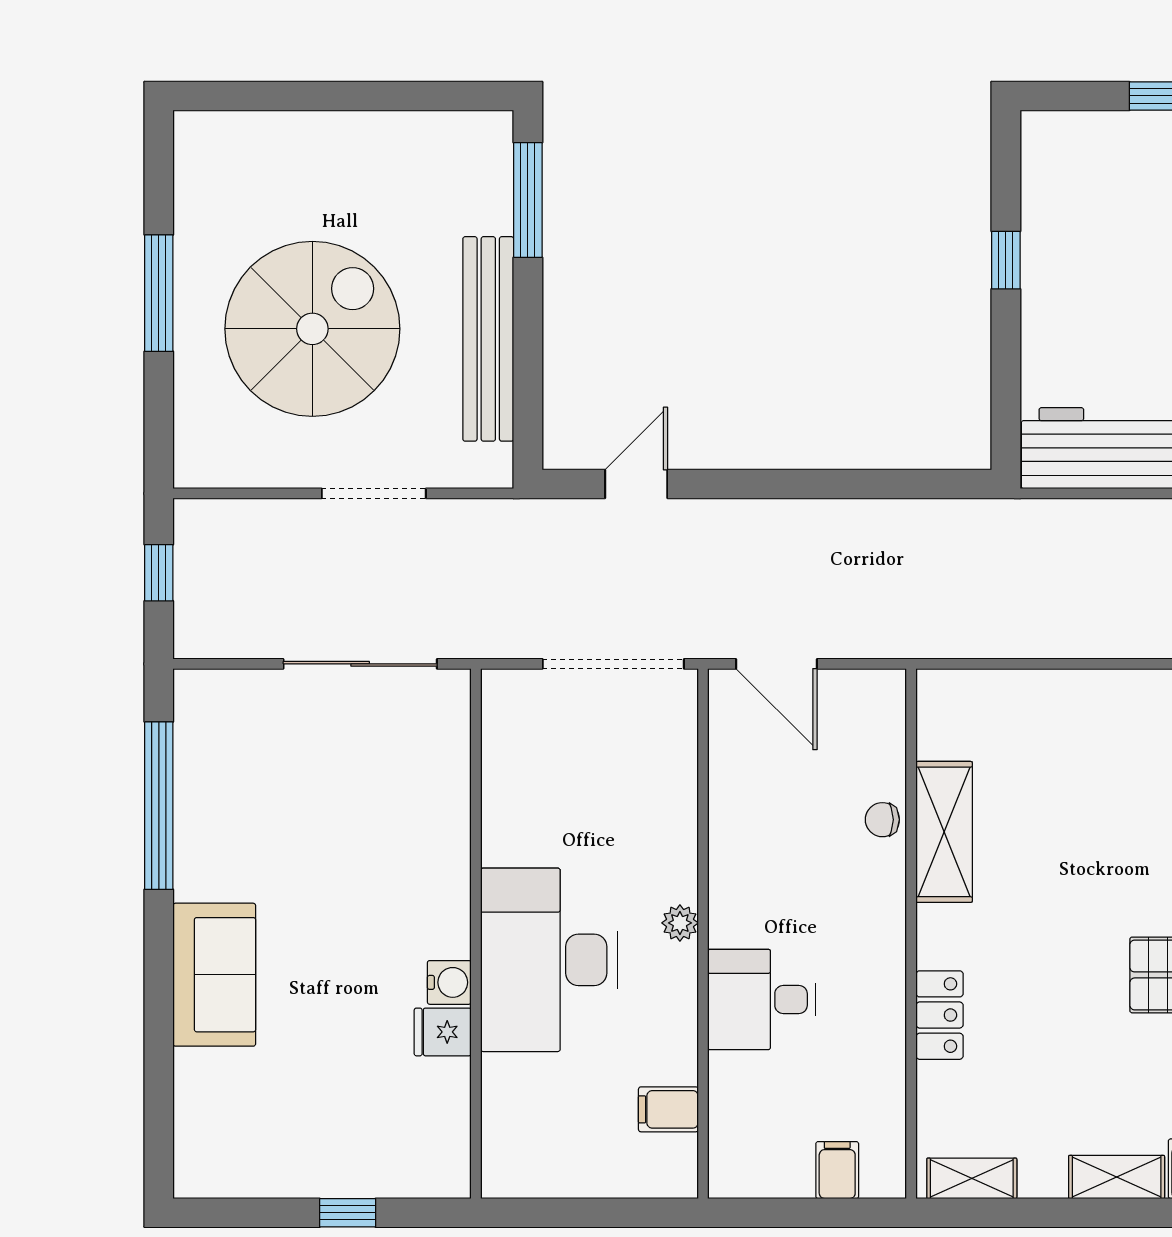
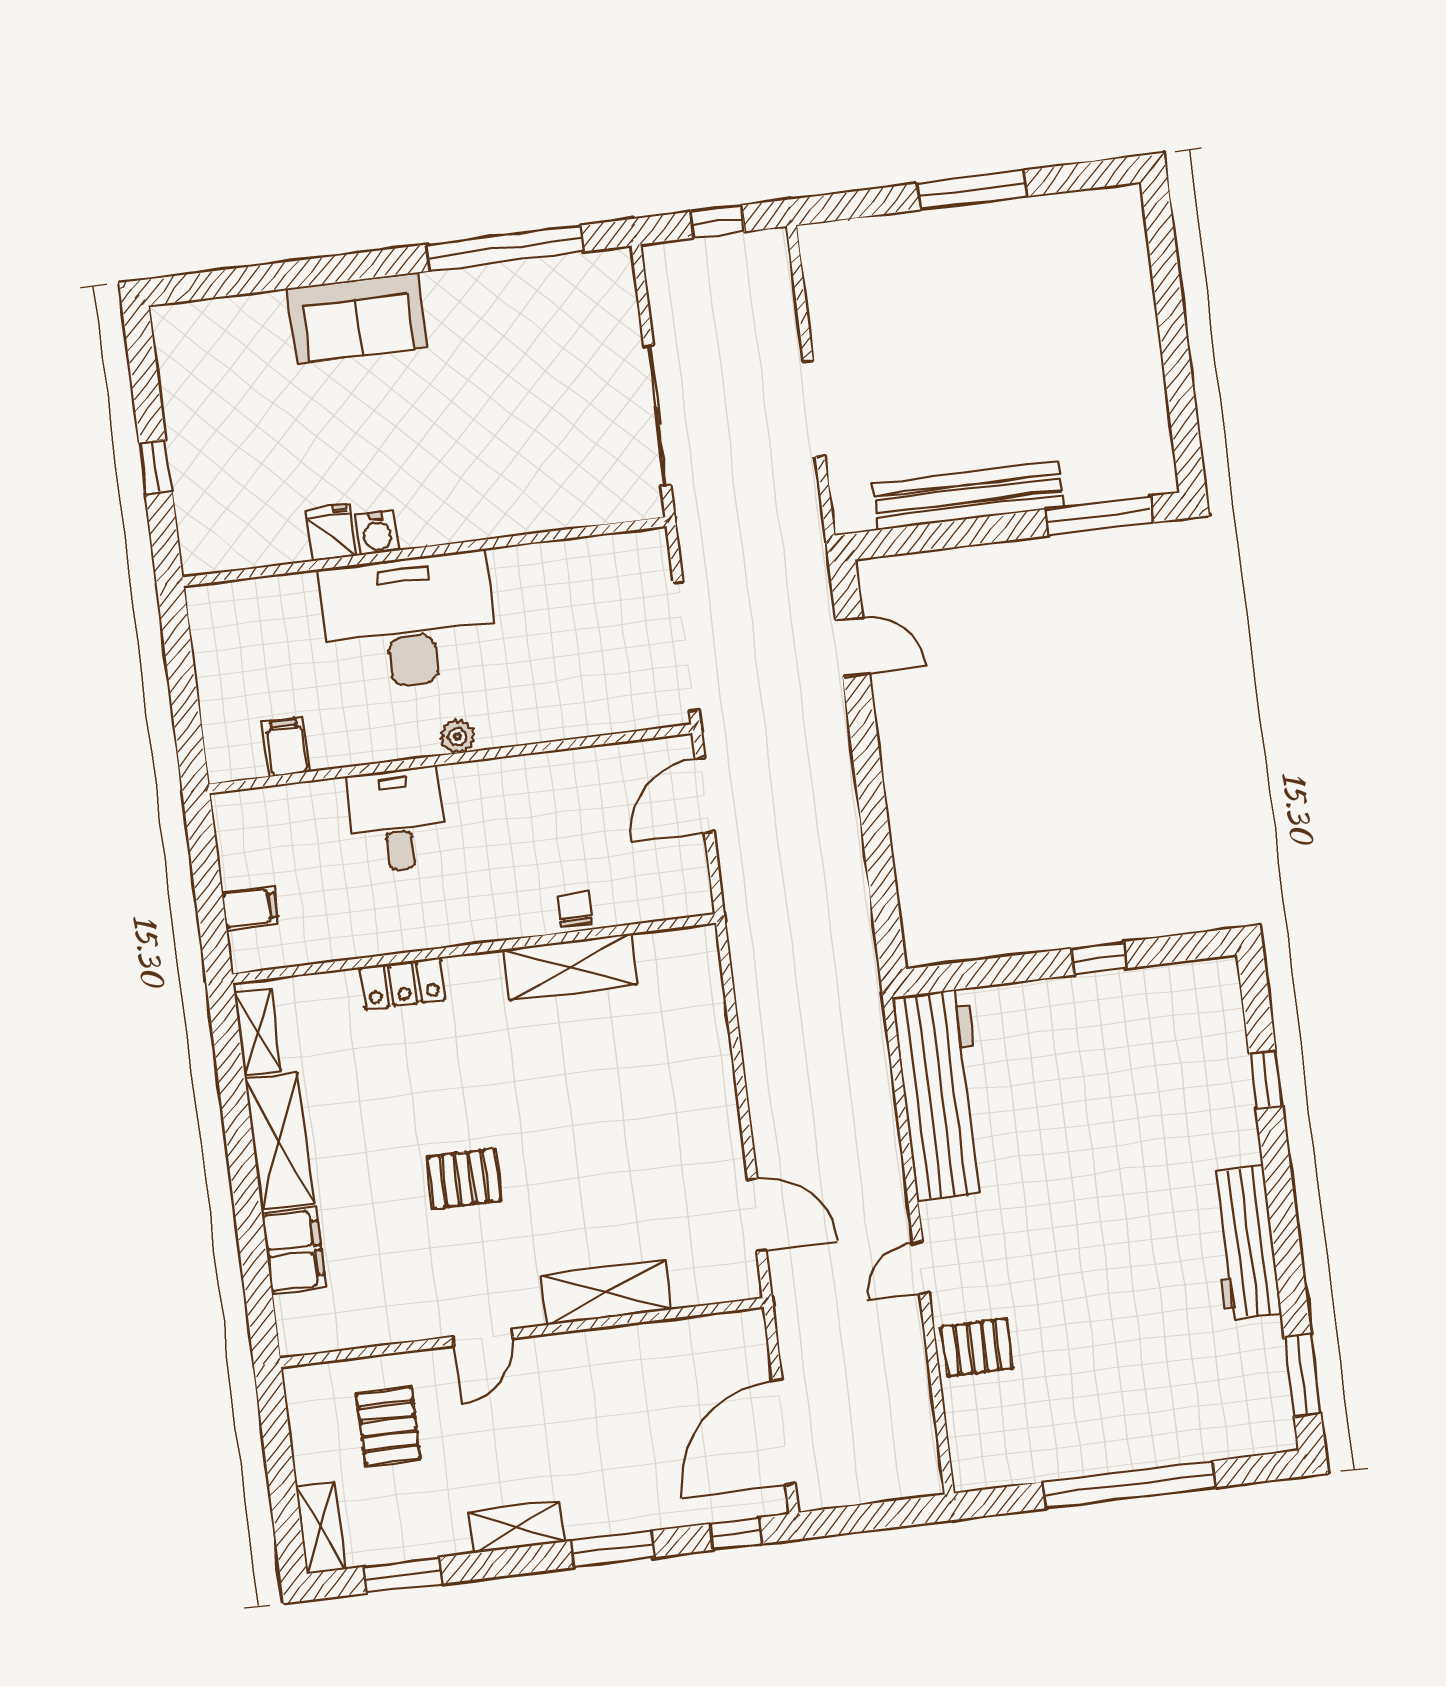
spiral stairs: (312, 329) -> (957, 334), removed
shelving: (1117, 1177) -> (279, 1141), width x1.50, depth x1.33

